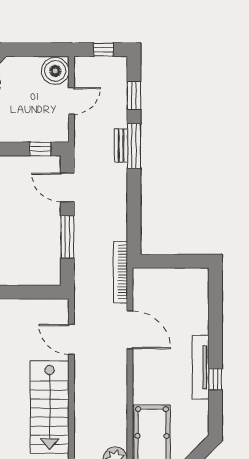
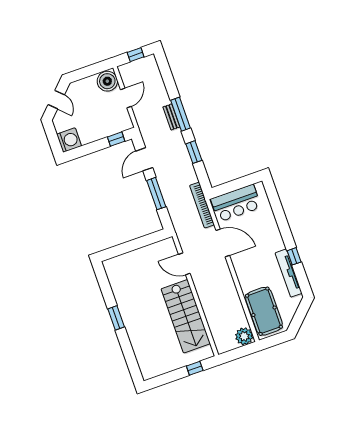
window: (134, 95) -> (194, 152), moved
door: (67, 188) -> (144, 159), hinge flipped
bar counter: (165, 285) -> (236, 203), added
tv unit: (201, 367) -> (289, 273), moved

